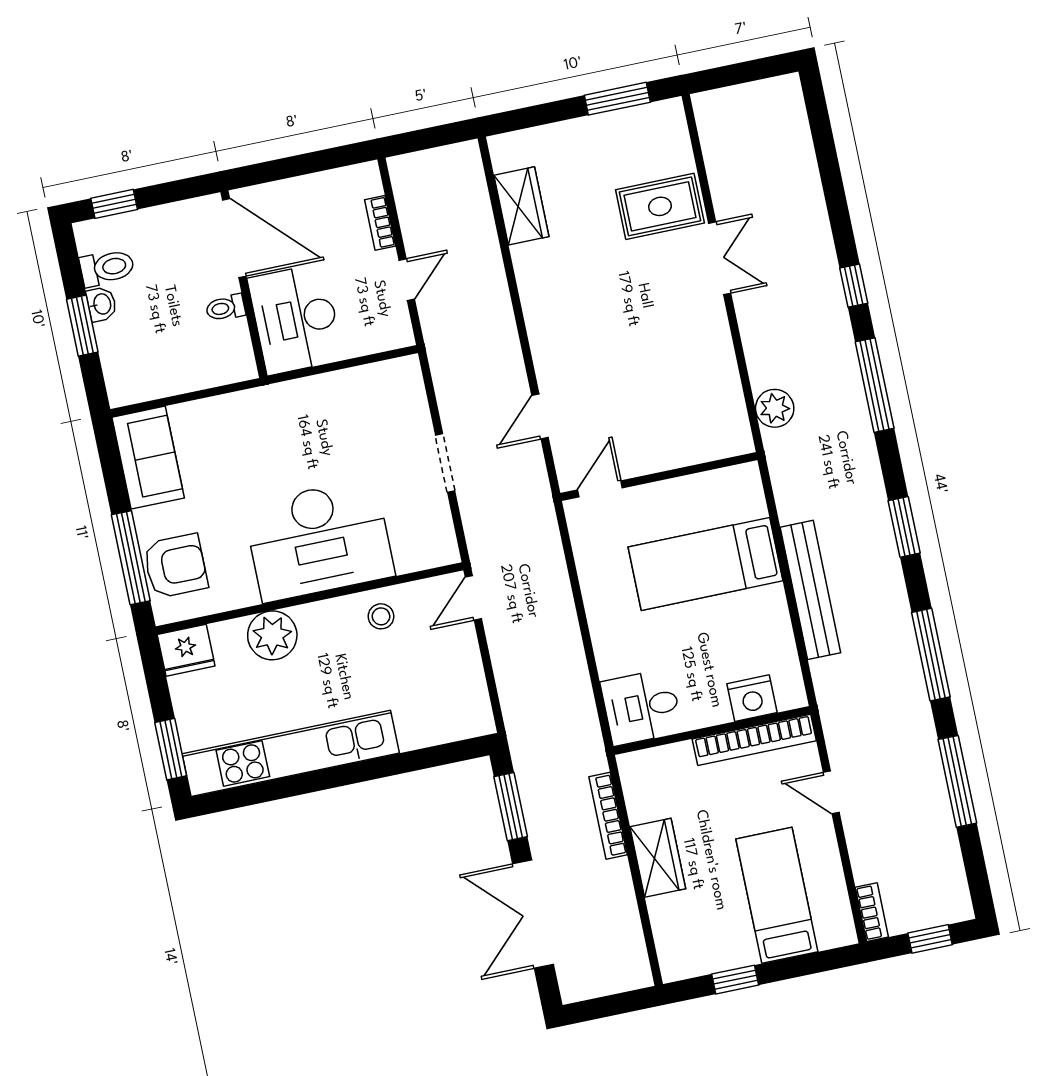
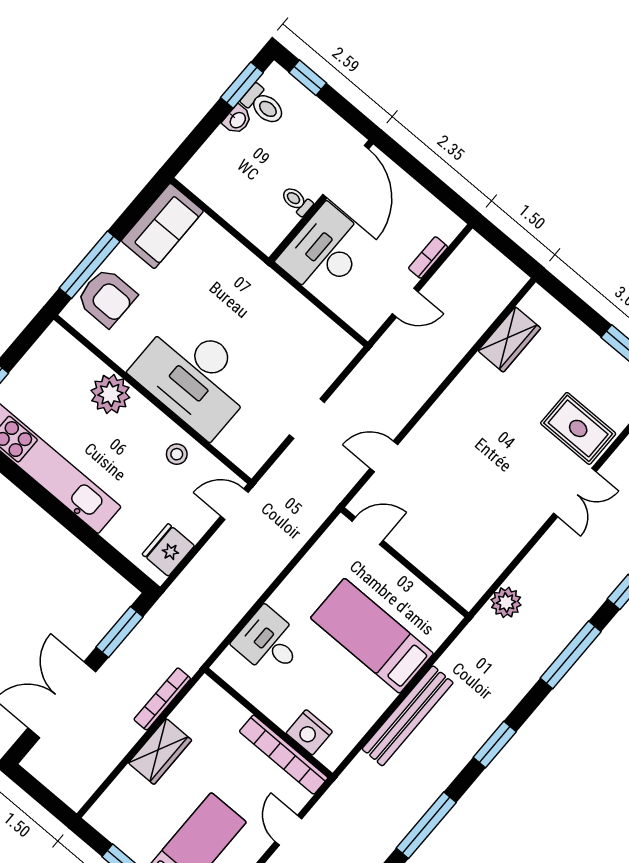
window: (82, 326) -> (242, 85), moved
fridge: (186, 650) -> (168, 550), moved, turned 90
desk: (642, 707) -> (269, 642), moved

